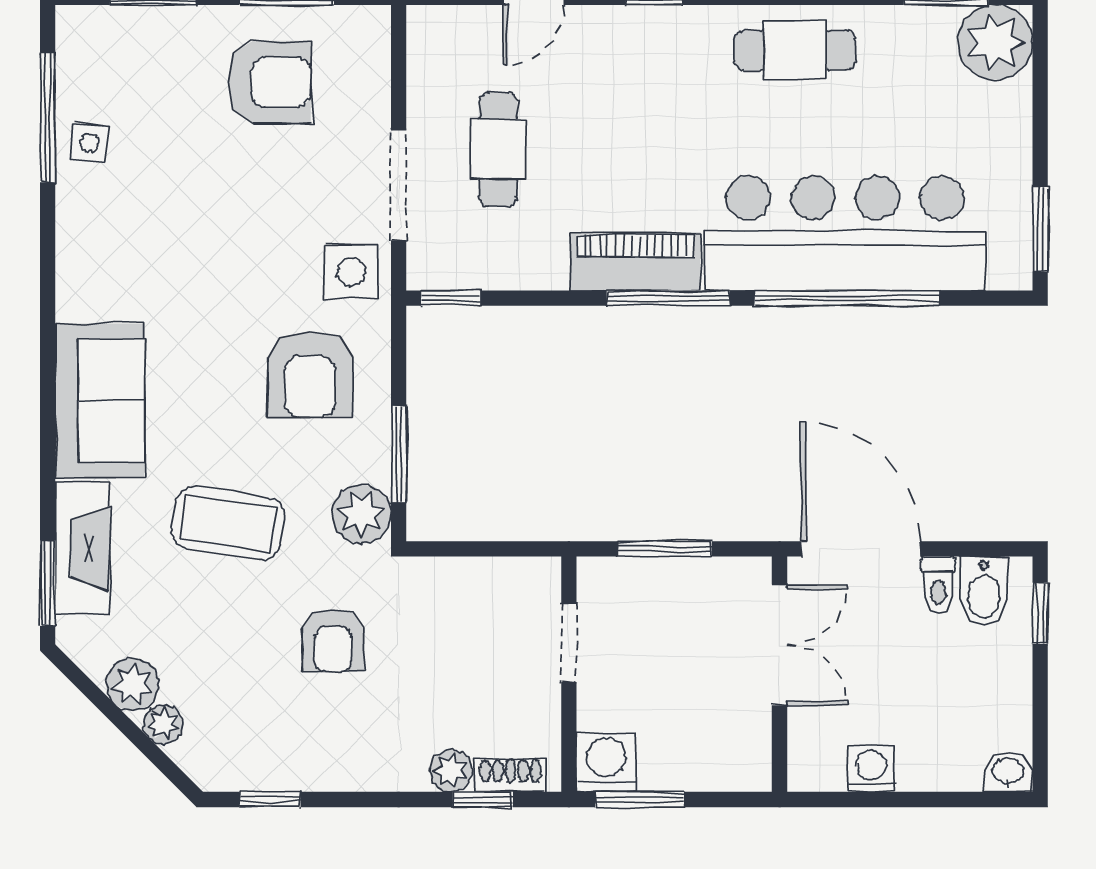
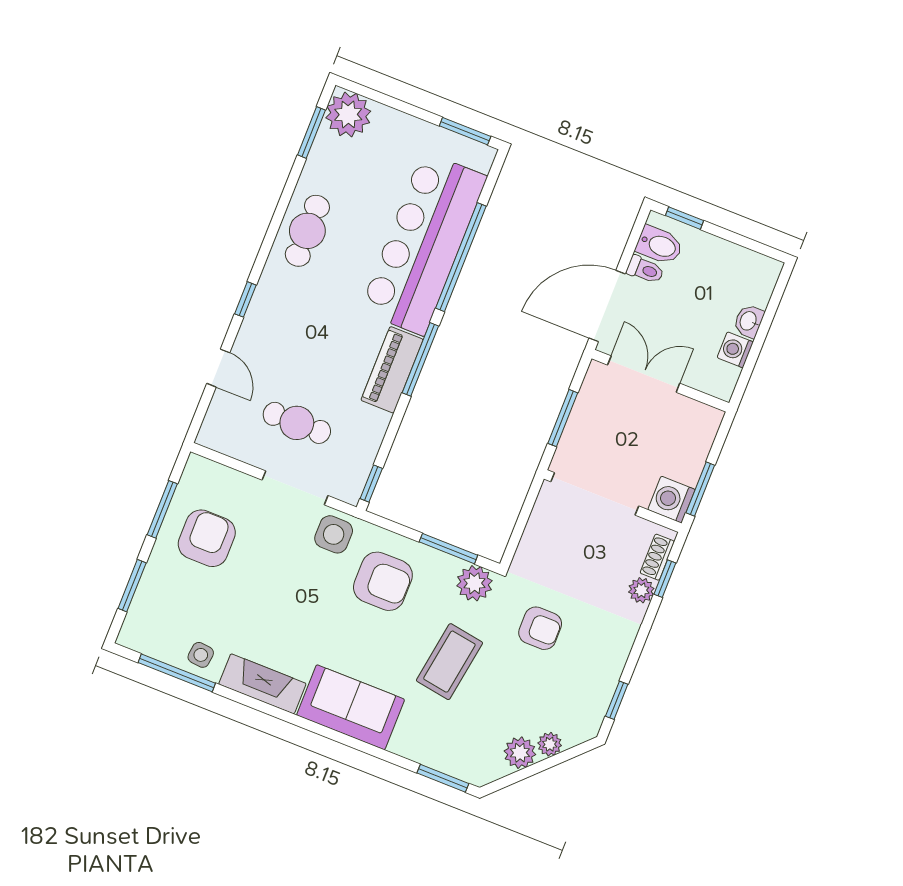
fireplace: (82, 548) -> (262, 684), moved
doorway: (569, 643) -> (595, 494), width x1.87
washbasin: (1008, 772) -> (749, 321), moved

